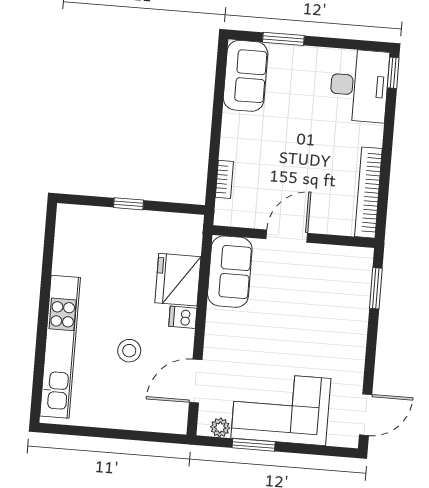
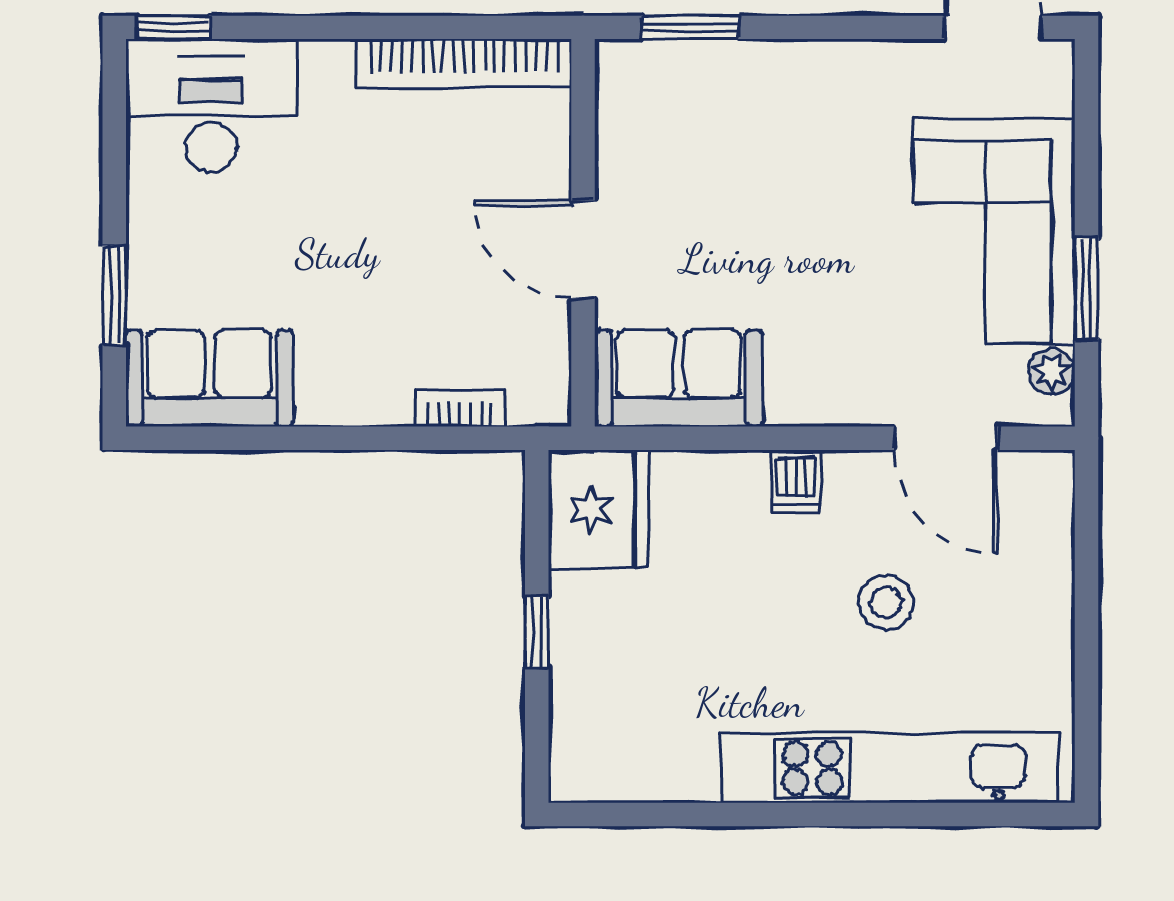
fridge: (178, 280) -> (599, 509), moved, turned -90

